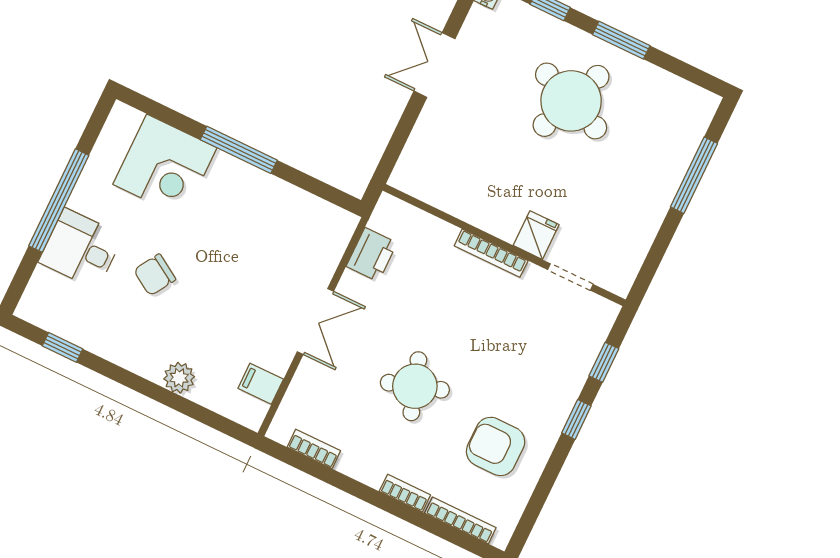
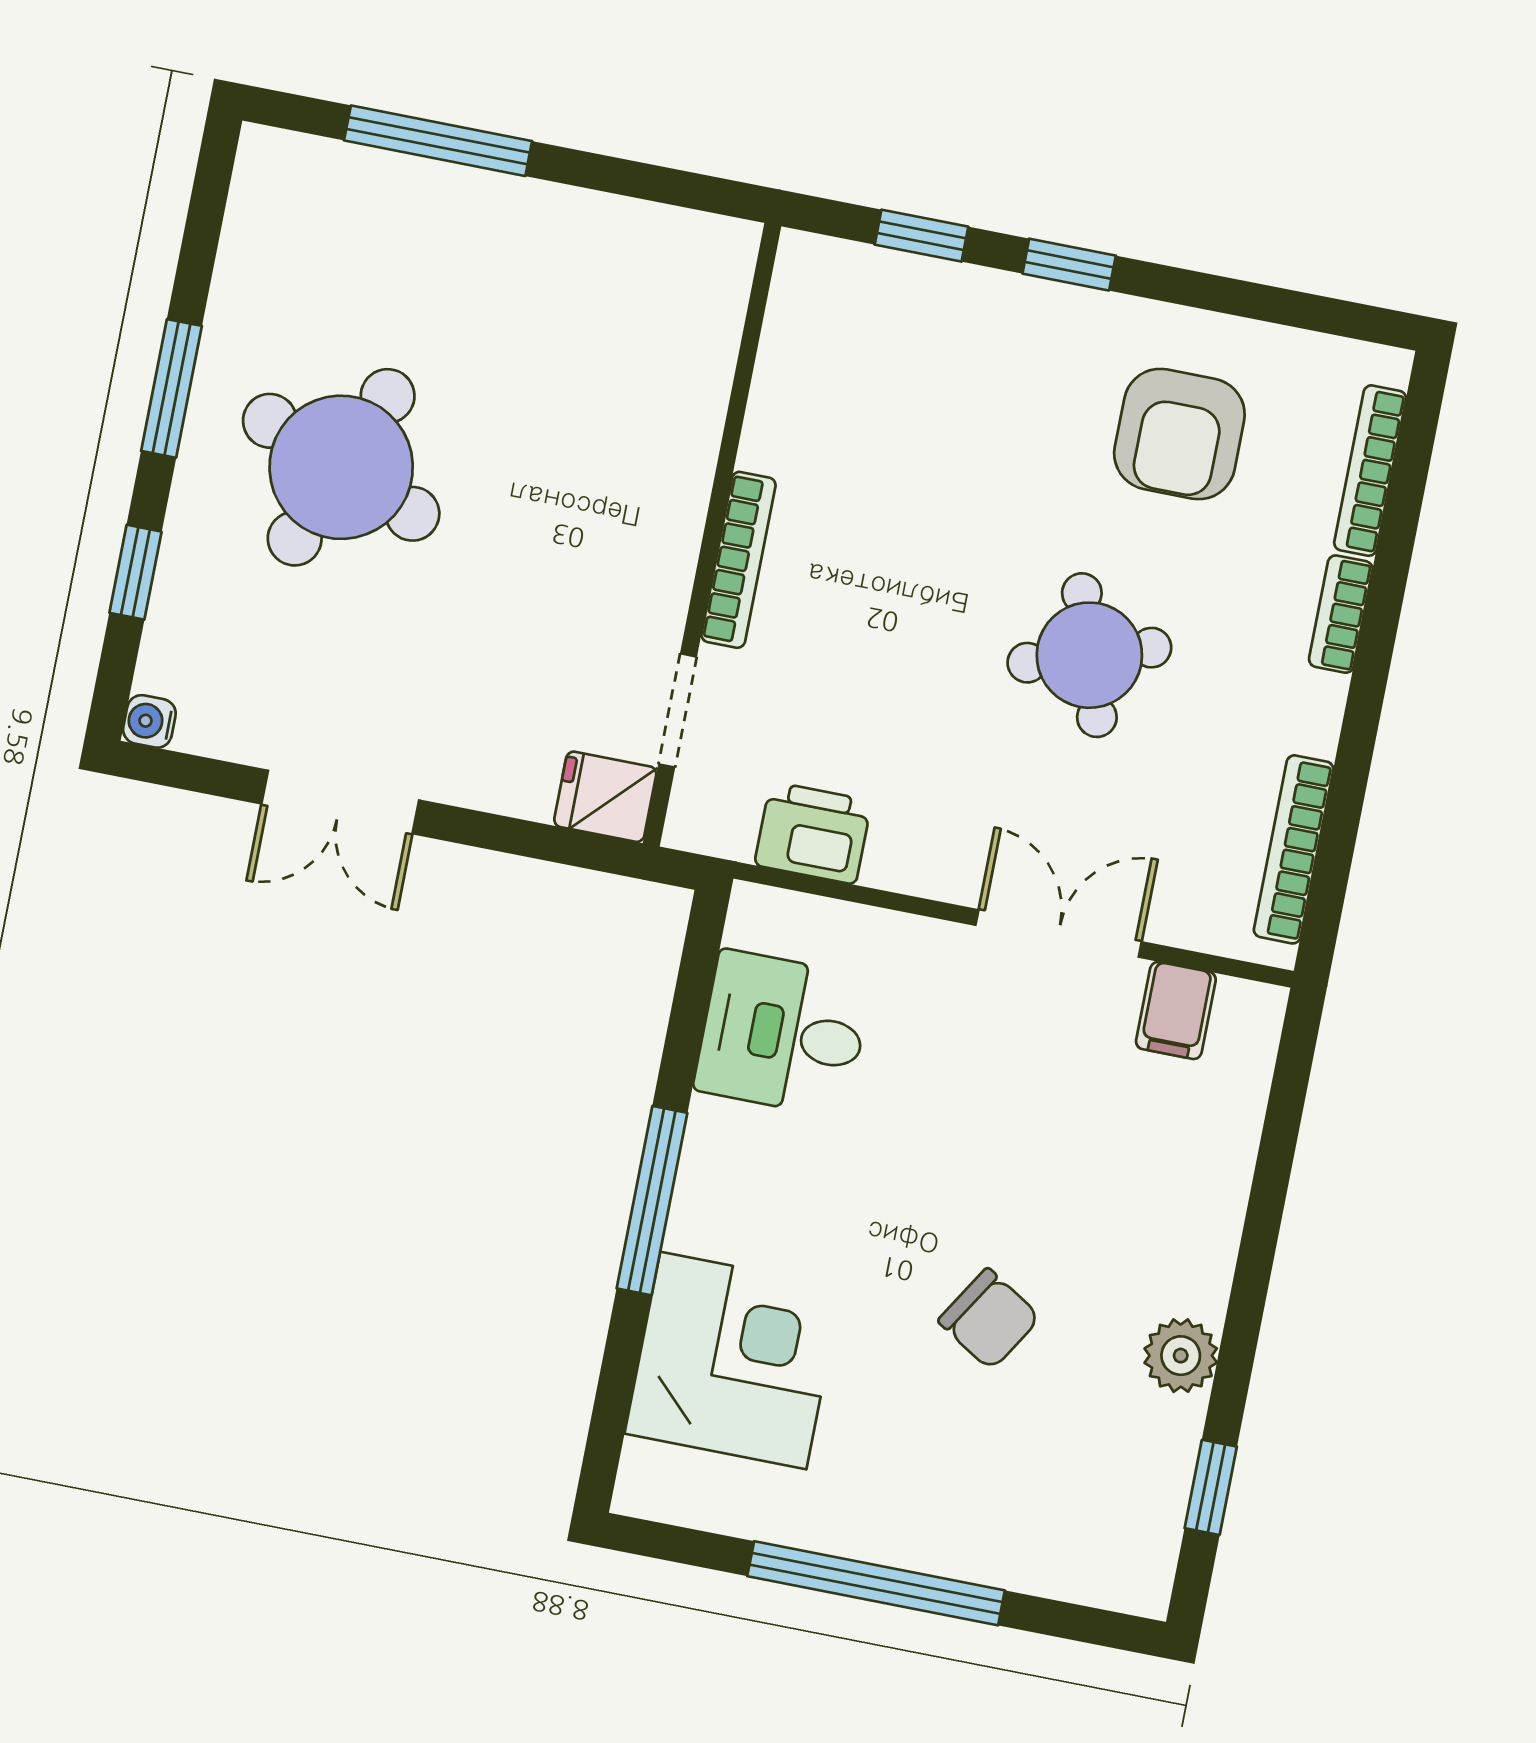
fridge: (536, 235) -> (605, 797), moved
desk: (81, 249) -> (783, 1034), moved, turned 90
doorway: (570, 277) -> (678, 710), moved
double door: (315, 322) -> (1059, 934), moved
plant: (179, 378) -> (1181, 1356), moved
bookcase: (314, 449) -> (1294, 849), width x1.56

